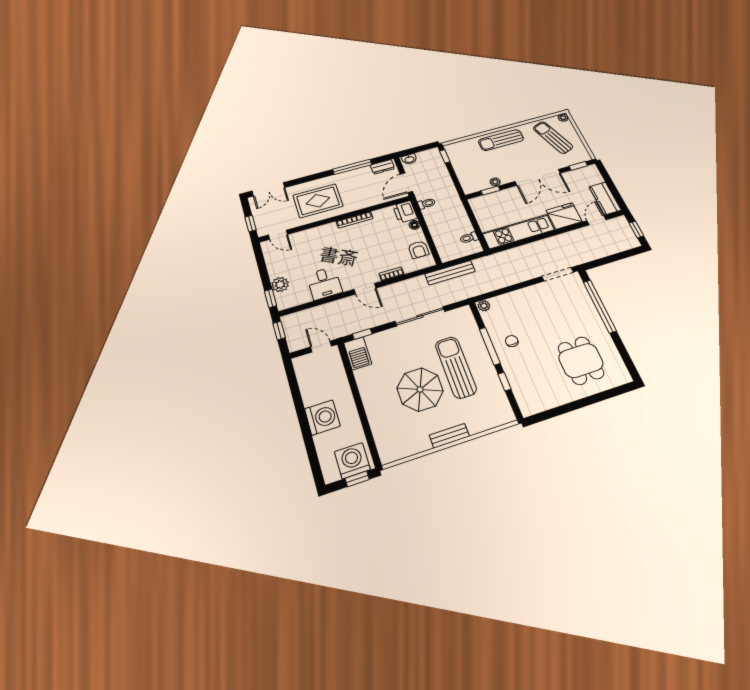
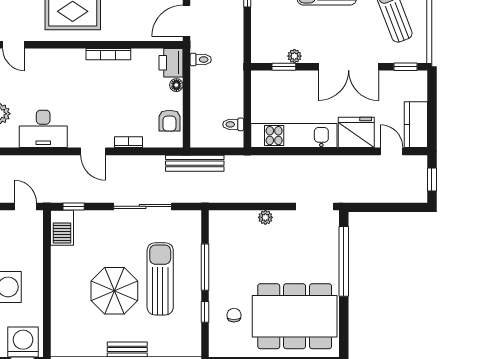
door: (596, 220) -> (391, 151), hinge flipped
desk: (324, 283) -> (43, 129), width x1.37
plant: (484, 306) -> (265, 217), moved
chair: (512, 341) -> (234, 315), moved
dining table: (581, 361) -> (295, 316), width x1.88, depth x1.24

